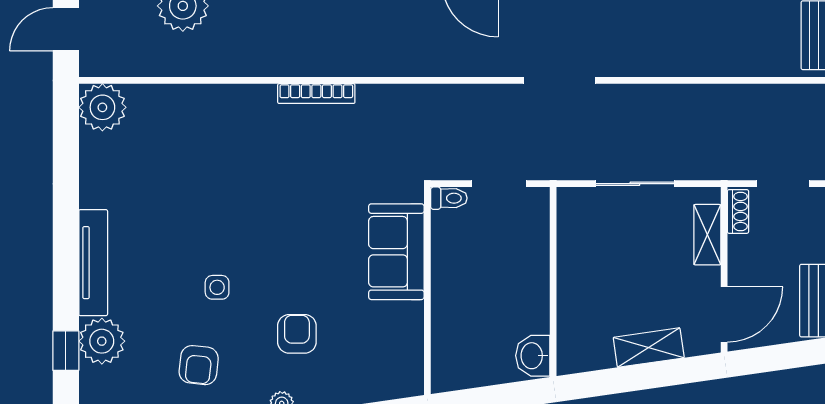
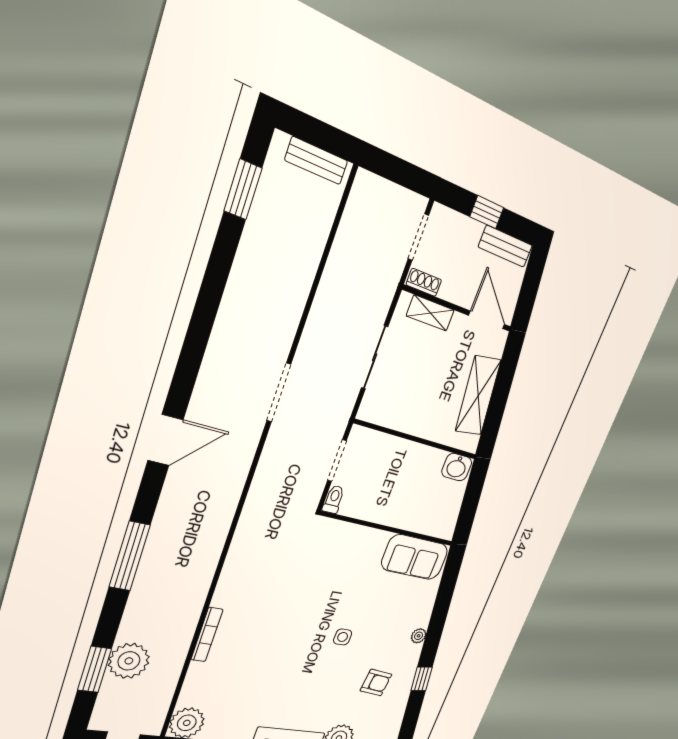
bookcase: (316, 94) -> (207, 635), moved
sofa: (396, 252) -> (415, 557), moved
side table: (217, 287) -> (343, 637), moved
armchair: (297, 334) -> (382, 619), removed
shelving: (649, 348) -> (478, 396), width x1.50, depth x1.33

